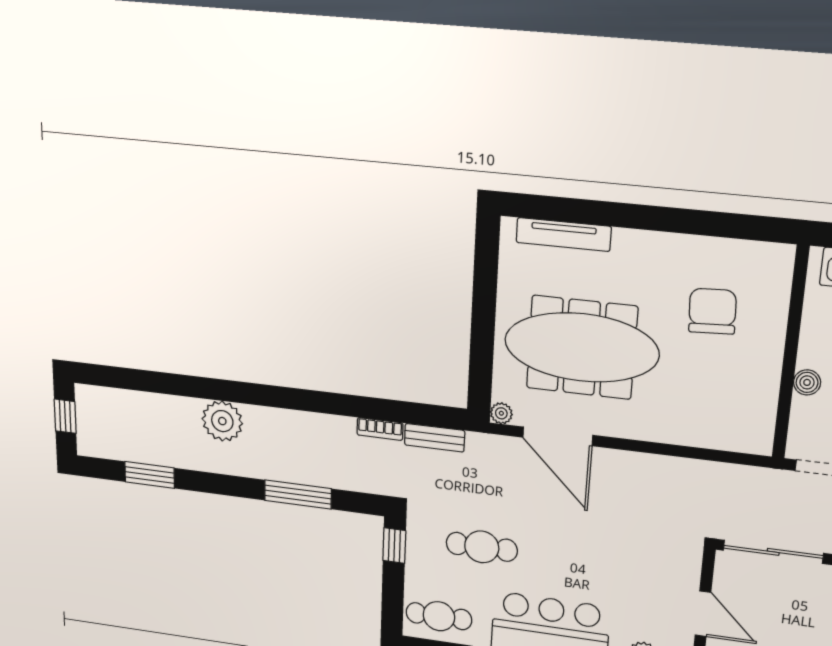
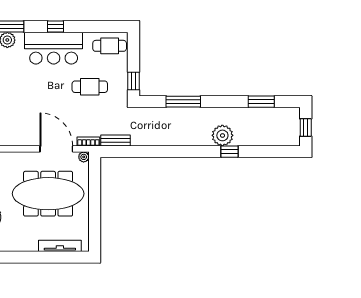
window: (208, 389) -> (229, 152), added
bookcase: (380, 429) -> (88, 142), moved

